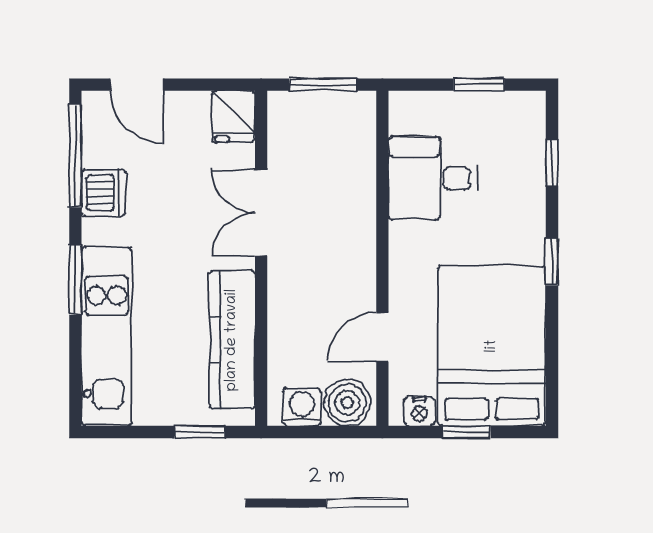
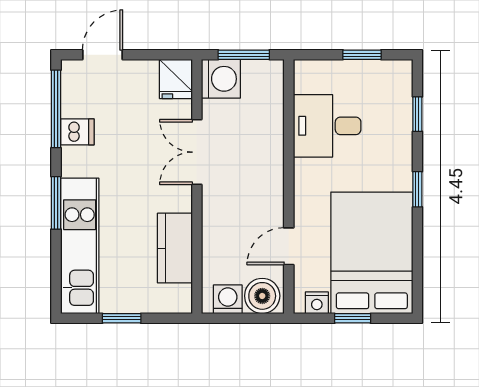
door: (137, 85) -> (103, 55), swing flipped
washing machine: (293, 116) -> (221, 79), added
dishwasher: (103, 193) -> (77, 132), width x0.73
kitchen counter: (232, 340) -> (175, 248), width x0.67
window: (199, 432) -> (122, 318), moved

